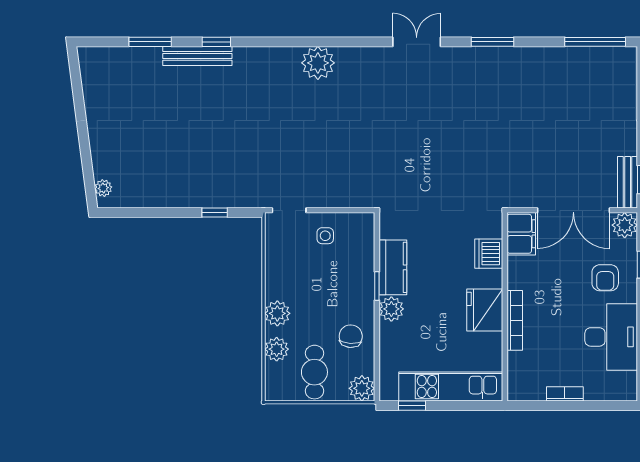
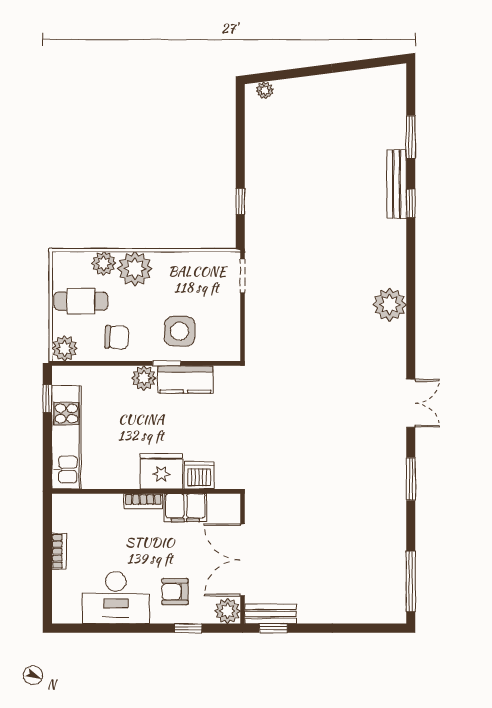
filing cabinet: (521, 234) -> (185, 508), moved
side table: (325, 236) -> (180, 331), moved, width x1.87, depth x1.87
fridge: (485, 310) -> (161, 471), moved
plant: (277, 313) -> (135, 269), width x1.36, depth x1.36
bookcase: (515, 320) -> (143, 501), width x0.64

